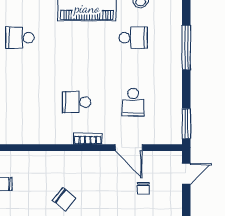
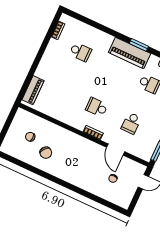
school desk: (20, 38) -> (80, 52), turned 180
chair: (64, 199) -> (46, 153), moved

